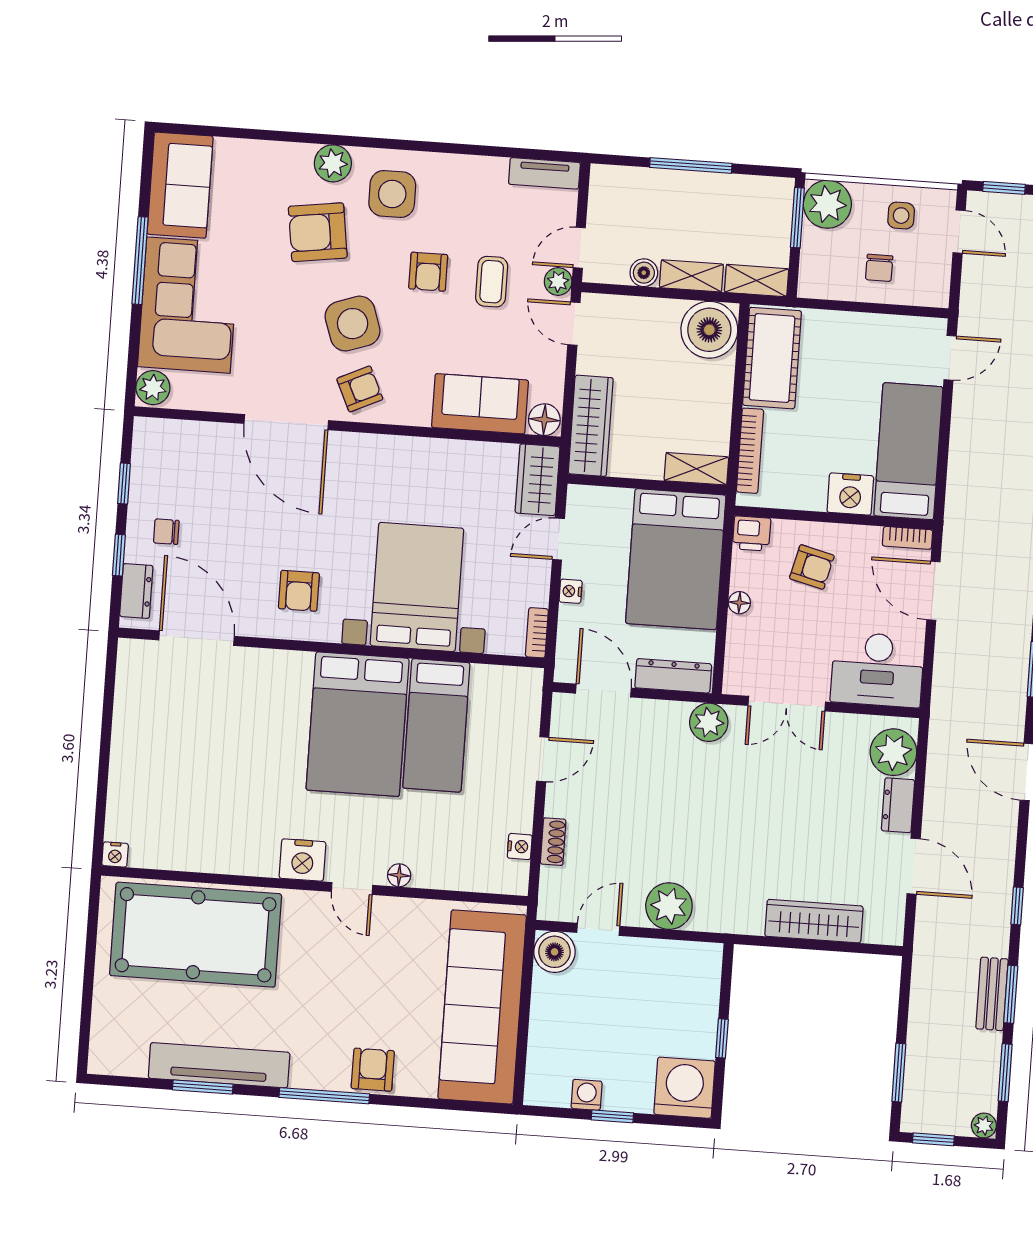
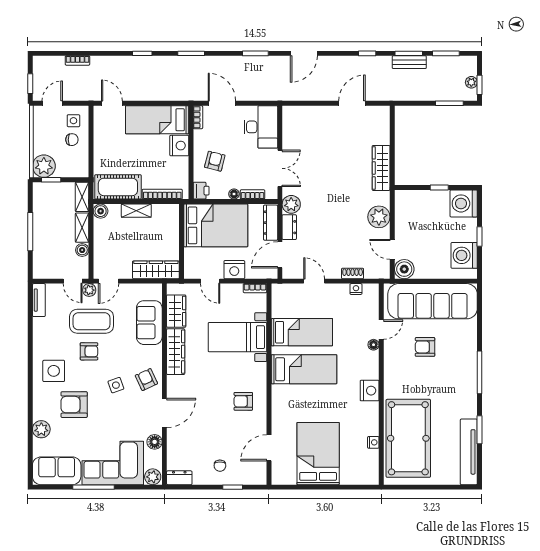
plant: (333, 163) -> (41, 429), moved
side table: (901, 216) -> (73, 121), moved
window: (797, 218) -> (51, 180), width x0.67
armchair: (318, 232) -> (74, 405), turned 98
coffee table: (492, 282) -> (92, 321), width x1.86, depth x1.72
side table: (353, 324) -> (116, 385), width x0.54, depth x0.54
boiler: (709, 330) -> (101, 211), width x0.54, depth x0.54
floor lamp: (544, 420) -> (155, 442), moved
door: (286, 422) -> (164, 413), width x0.73
wardrobe: (414, 455) -> (176, 352), added
shelving: (696, 469) -> (136, 211), moved, turned 90
wardrobe: (538, 480) -> (176, 311), moved, turned -90
window: (124, 484) -> (199, 487), removed
bed with nightstands: (417, 587) -> (237, 337), width x0.73
dresser: (136, 591) -> (179, 478), moved
armchair: (299, 591) -> (243, 401), turned 180
nightstand: (571, 591) -> (234, 270), width x1.89, depth x1.79
door: (933, 591) -> (222, 103), swing flipped
door: (196, 638) -> (269, 448), width x0.73
bookcase: (736, 642) -> (253, 194), added
bed: (358, 724) -> (304, 369), width x0.67
bed: (177, 741) -> (318, 454), added
plant: (893, 752) -> (299, 117), removed
dresser: (898, 805) -> (289, 227), moved, turned -90
nightstand: (115, 855) -> (373, 442), moved
door: (352, 888) -> (381, 330), moved
wardrobe: (814, 921) -> (381, 168), moved
tv unit: (219, 1065) -> (469, 452), moved
armchair: (373, 1070) -> (425, 347), moved
washing machine: (587, 1095) -> (464, 255), width x1.89, depth x1.89
plant: (984, 1125) -> (471, 82), moved

